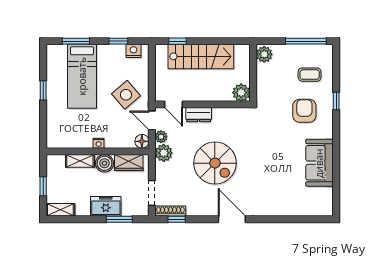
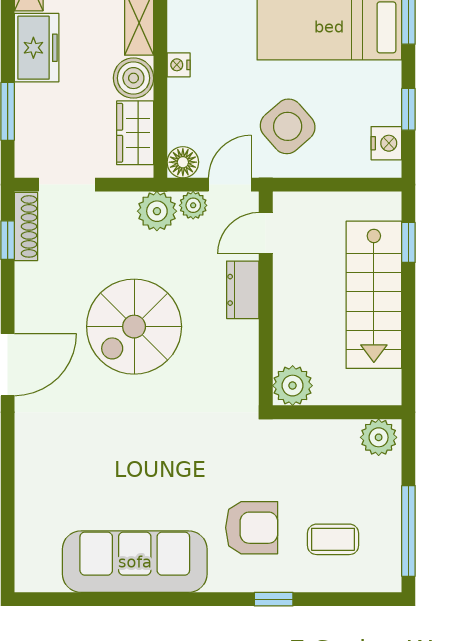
coffee table: (310, 75) -> (333, 539), turned 90
sofa: (319, 163) -> (135, 562), width x1.36
freezer: (106, 206) -> (37, 48), moved

